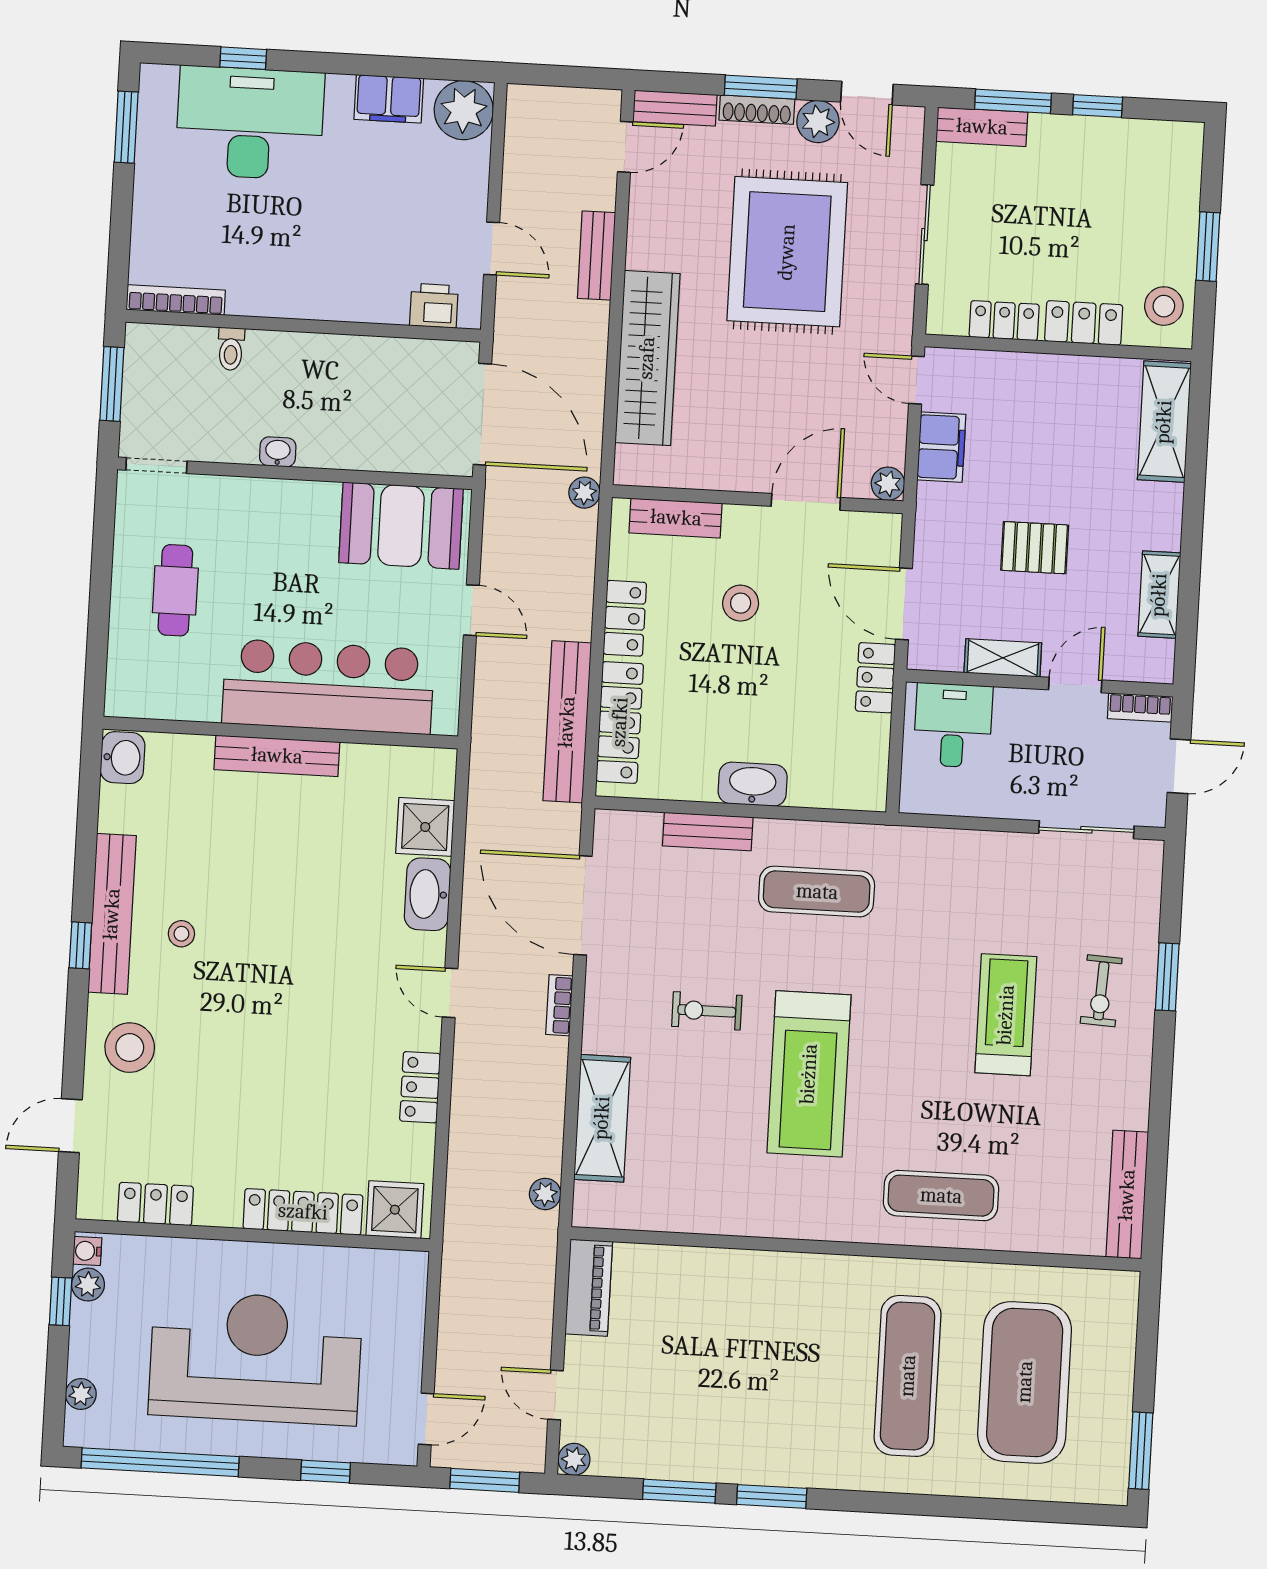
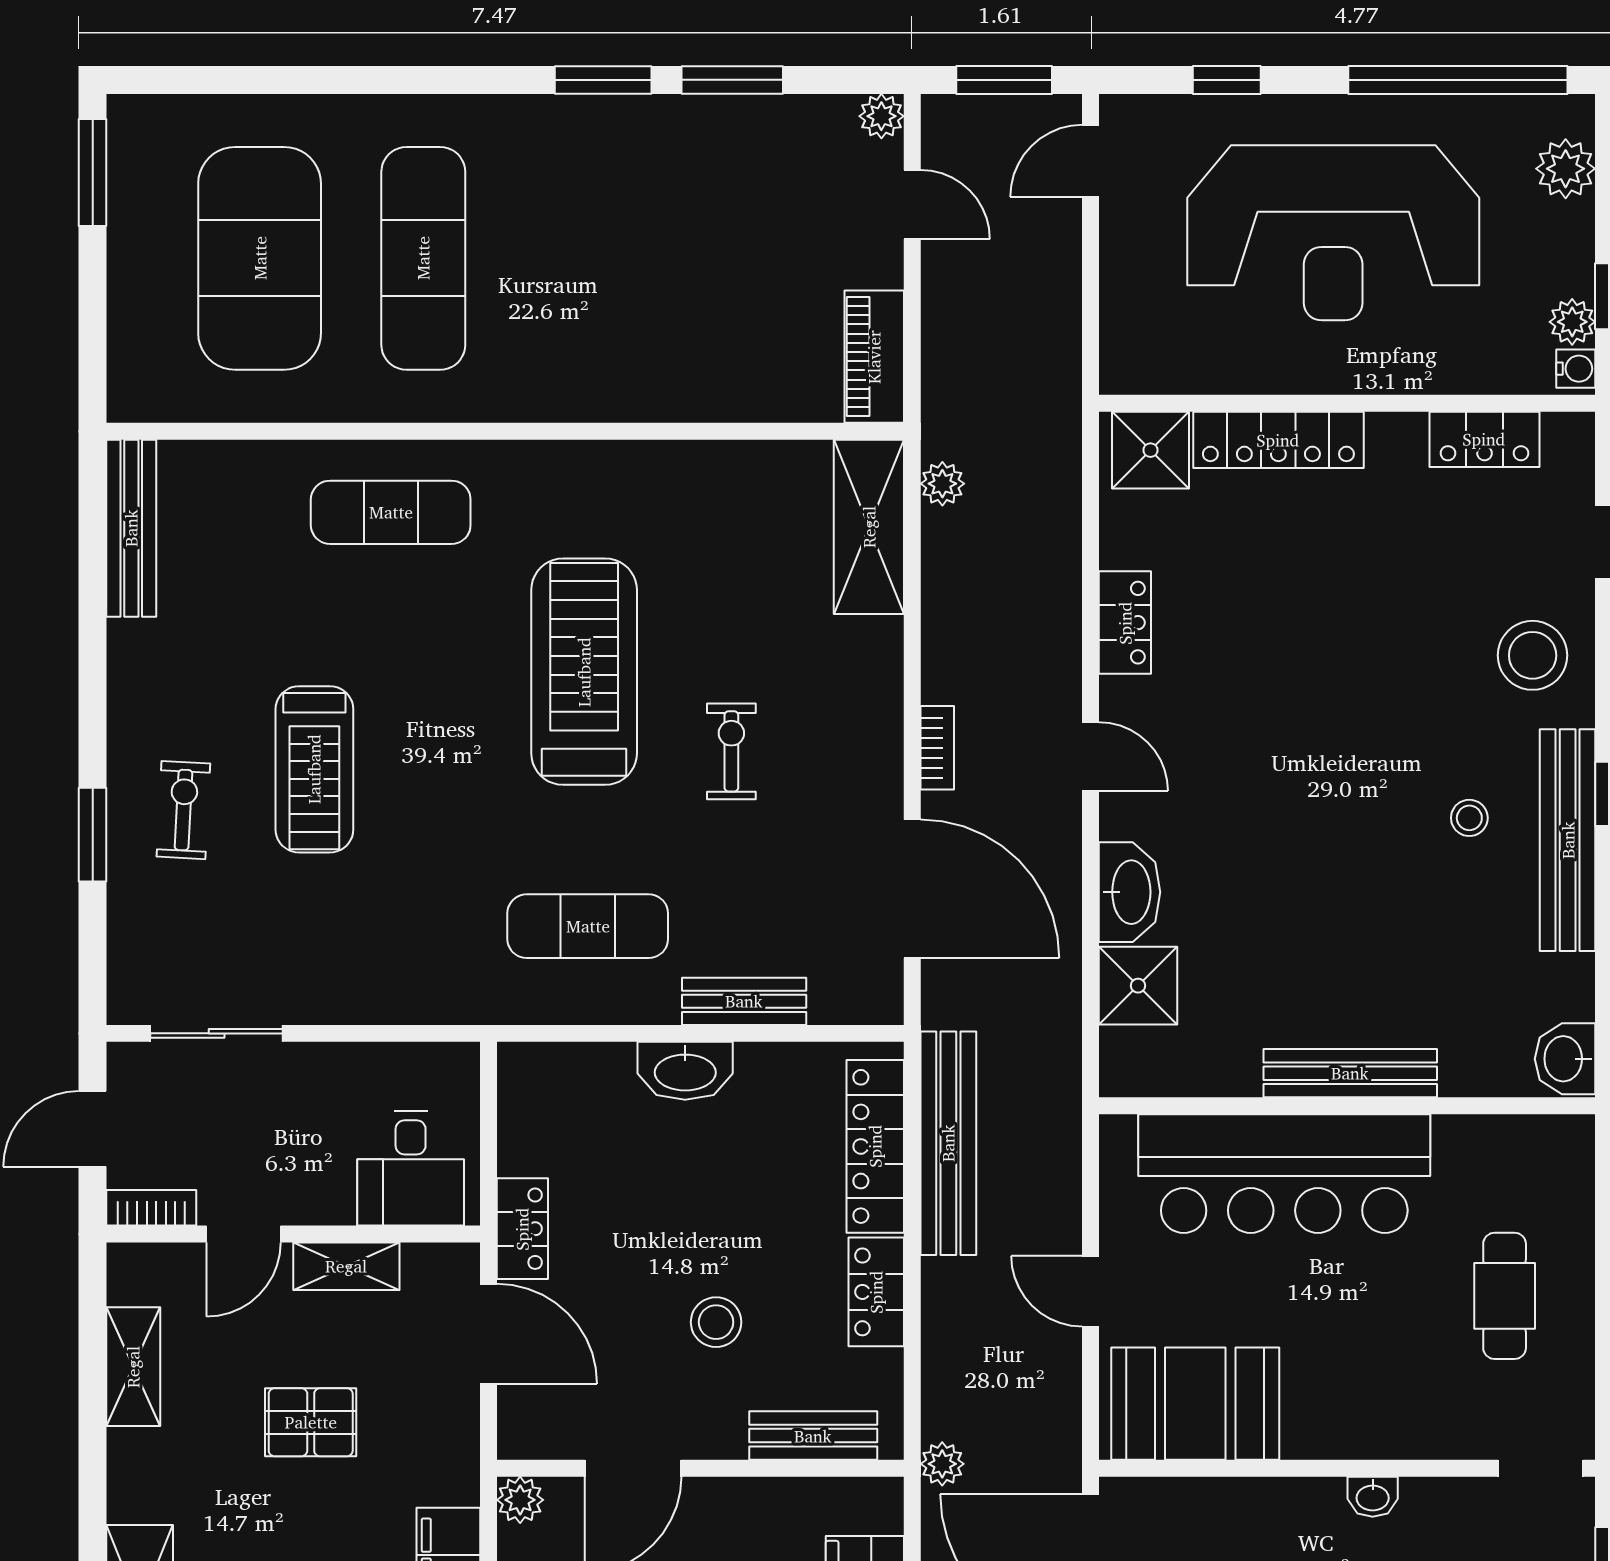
exercise bike: (707, 1011) -> (731, 751), turned -90
shelving: (602, 1118) -> (869, 527), moved
plant: (81, 1394) -> (1566, 169), width x1.38, depth x1.38

